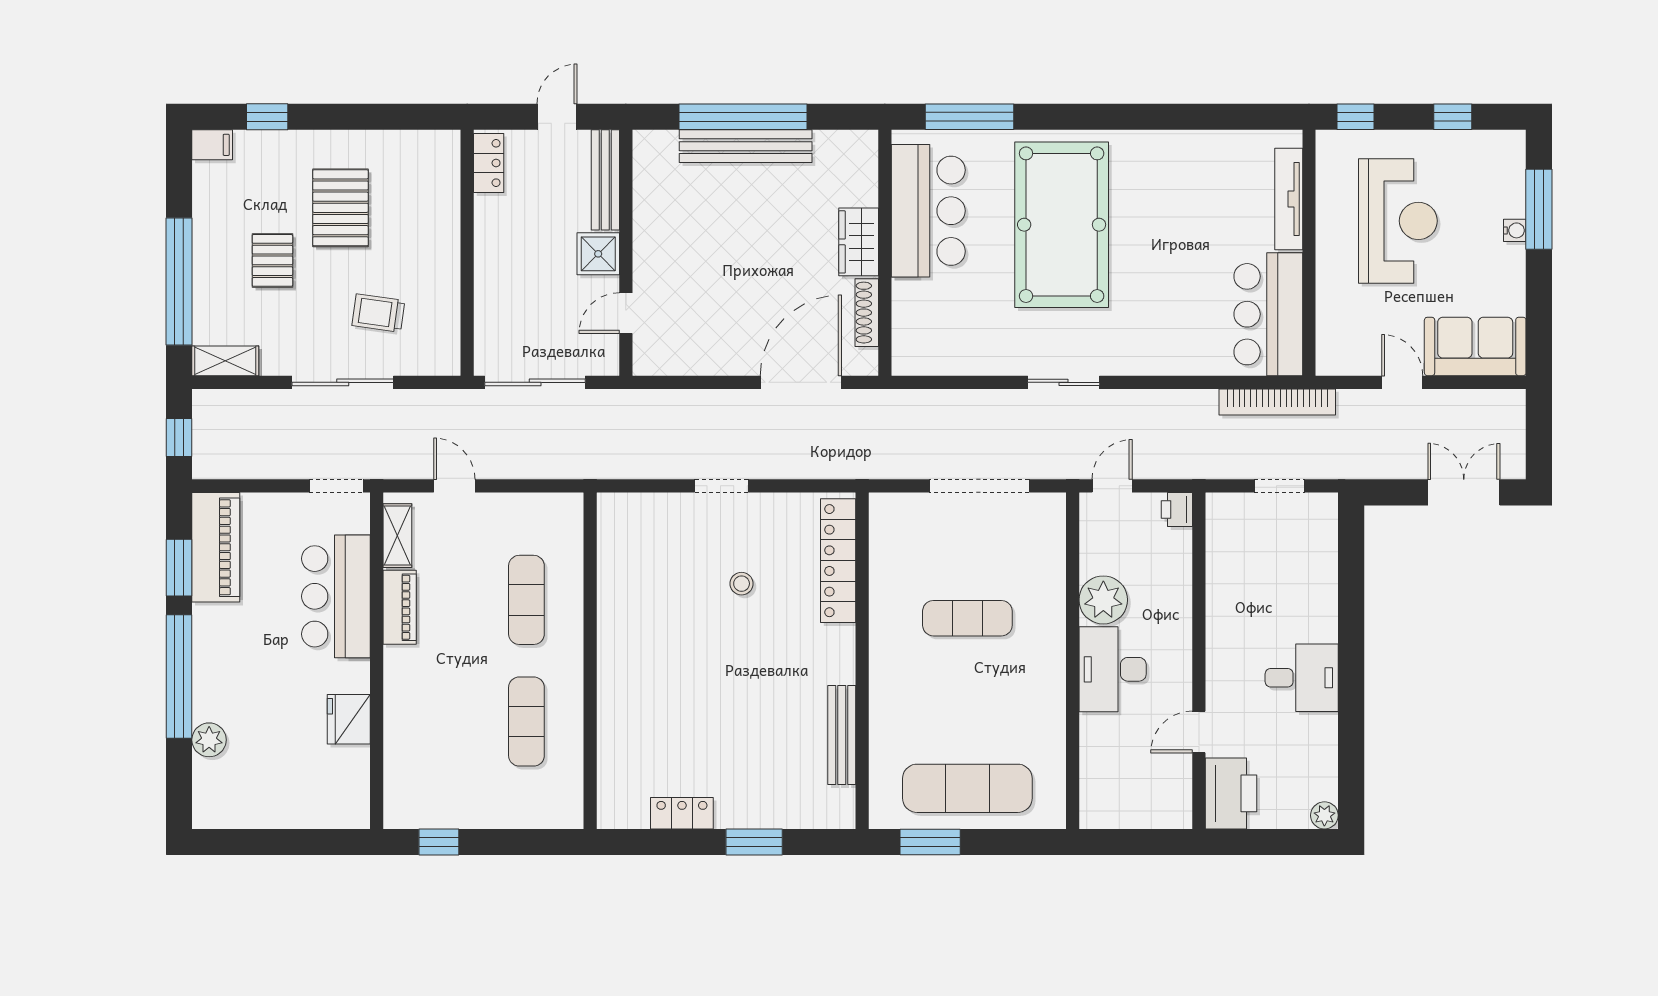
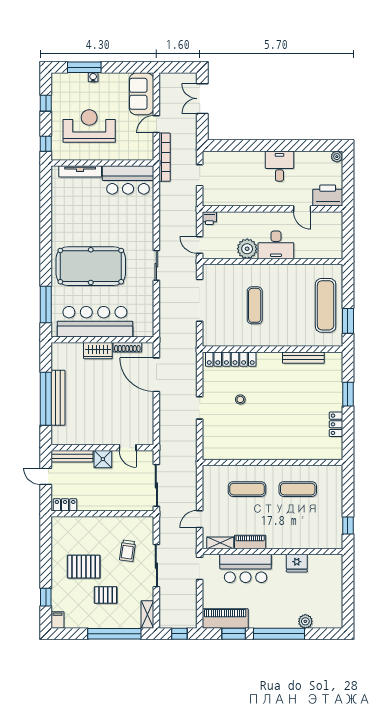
bar counter: (928, 211) -> (95, 322), width x1.36
bookcase: (1277, 402) -> (165, 157), moved

